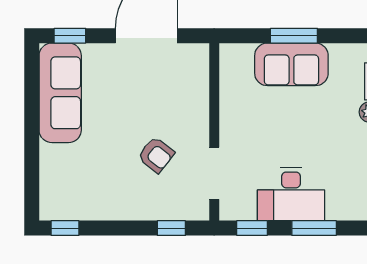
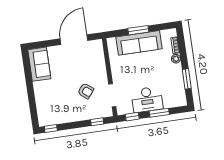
window: (70, 36) -> (41, 44), removed
sofa: (291, 64) -> (139, 43), width x1.36
sofa: (60, 93) -> (39, 64), width x0.73

